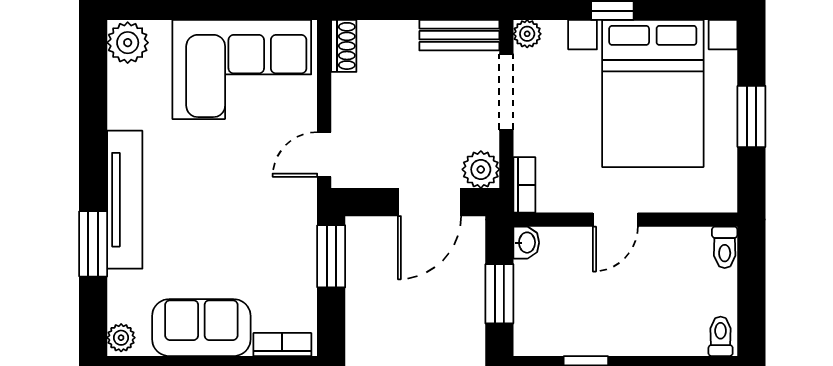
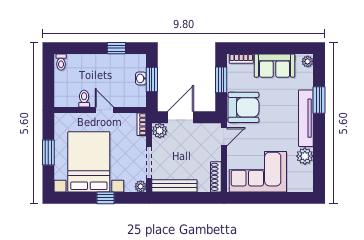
bench: (459, 35) -> (174, 186), width x1.36
plant: (128, 43) -> (305, 156), moved
shoe rack: (344, 46) -> (216, 177), width x1.43
door: (615, 220) -> (104, 110), hinge flipped
armchair: (277, 226) -> (243, 107), added
washbasin: (526, 243) -> (141, 78), moved
toilet: (725, 247) -> (84, 99), moved
window: (331, 256) -> (221, 80), moved

